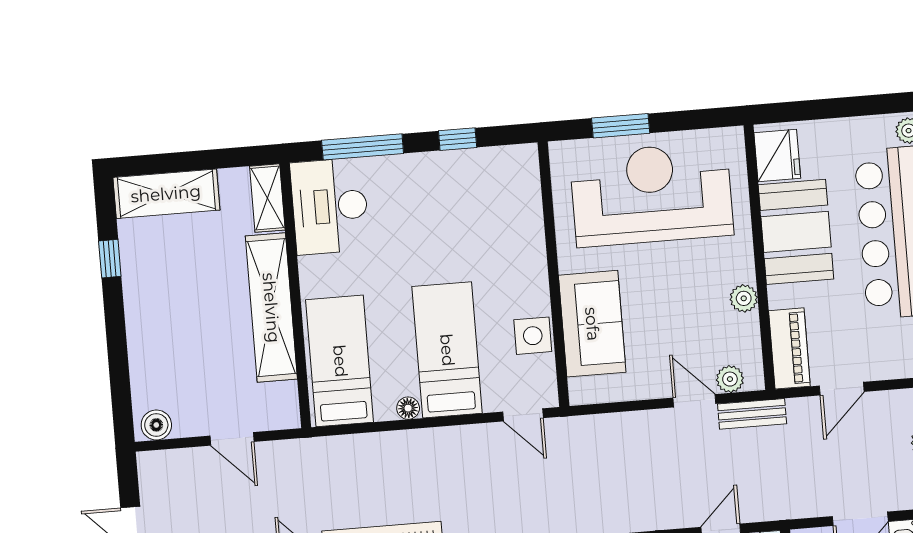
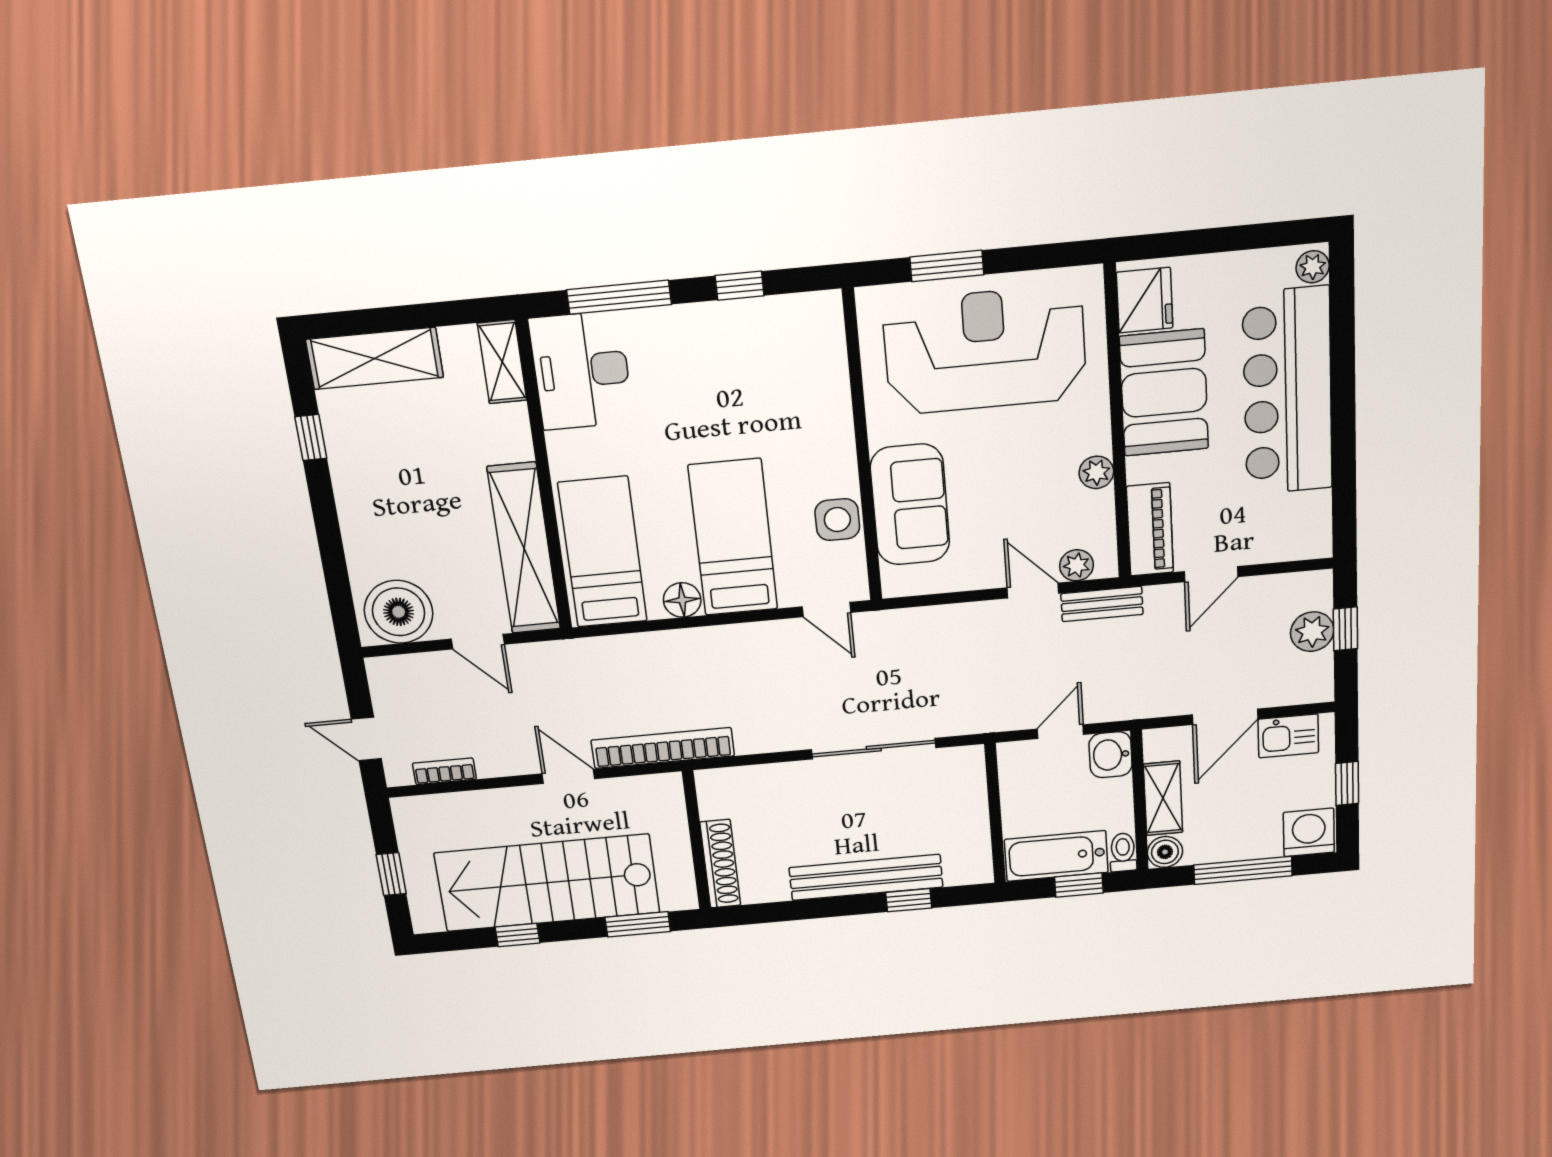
shelving: (271, 308) -> (524, 548), moved
floor lamp: (408, 408) -> (682, 600), width x1.37, depth x1.37
boiler: (156, 425) -> (399, 612), width x1.86, depth x1.86

